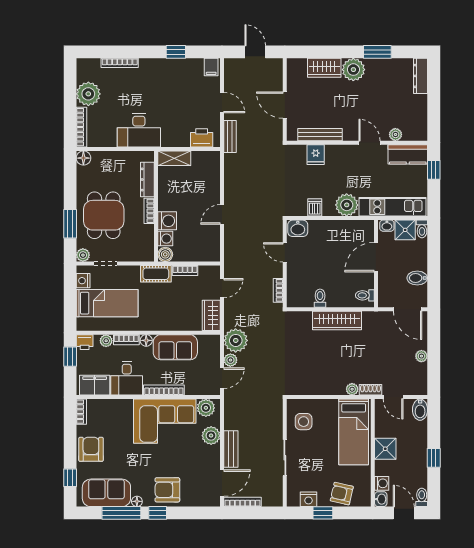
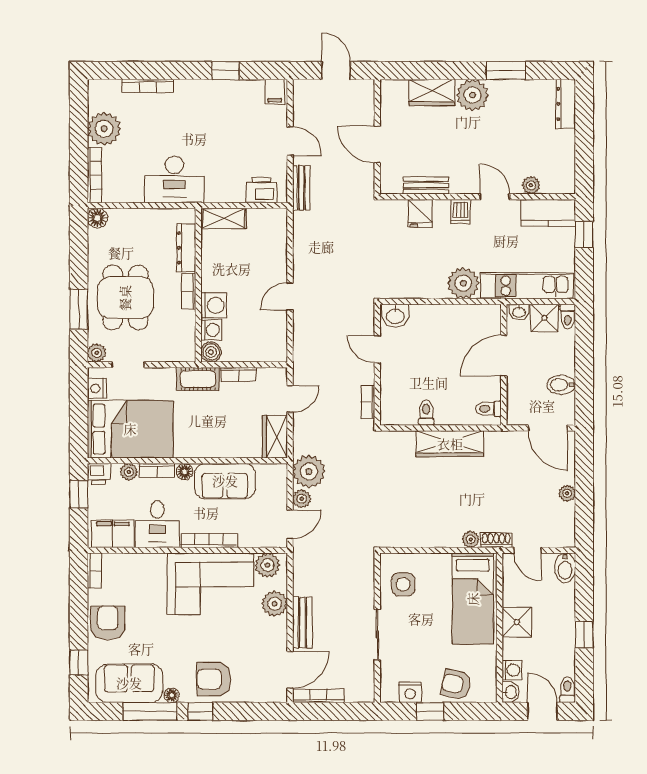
bench: (320, 135) -> (426, 185), width x0.73
dishwasher: (315, 207) -> (461, 212), moved, turned 180
bed: (107, 303) -> (130, 429), width x1.50

